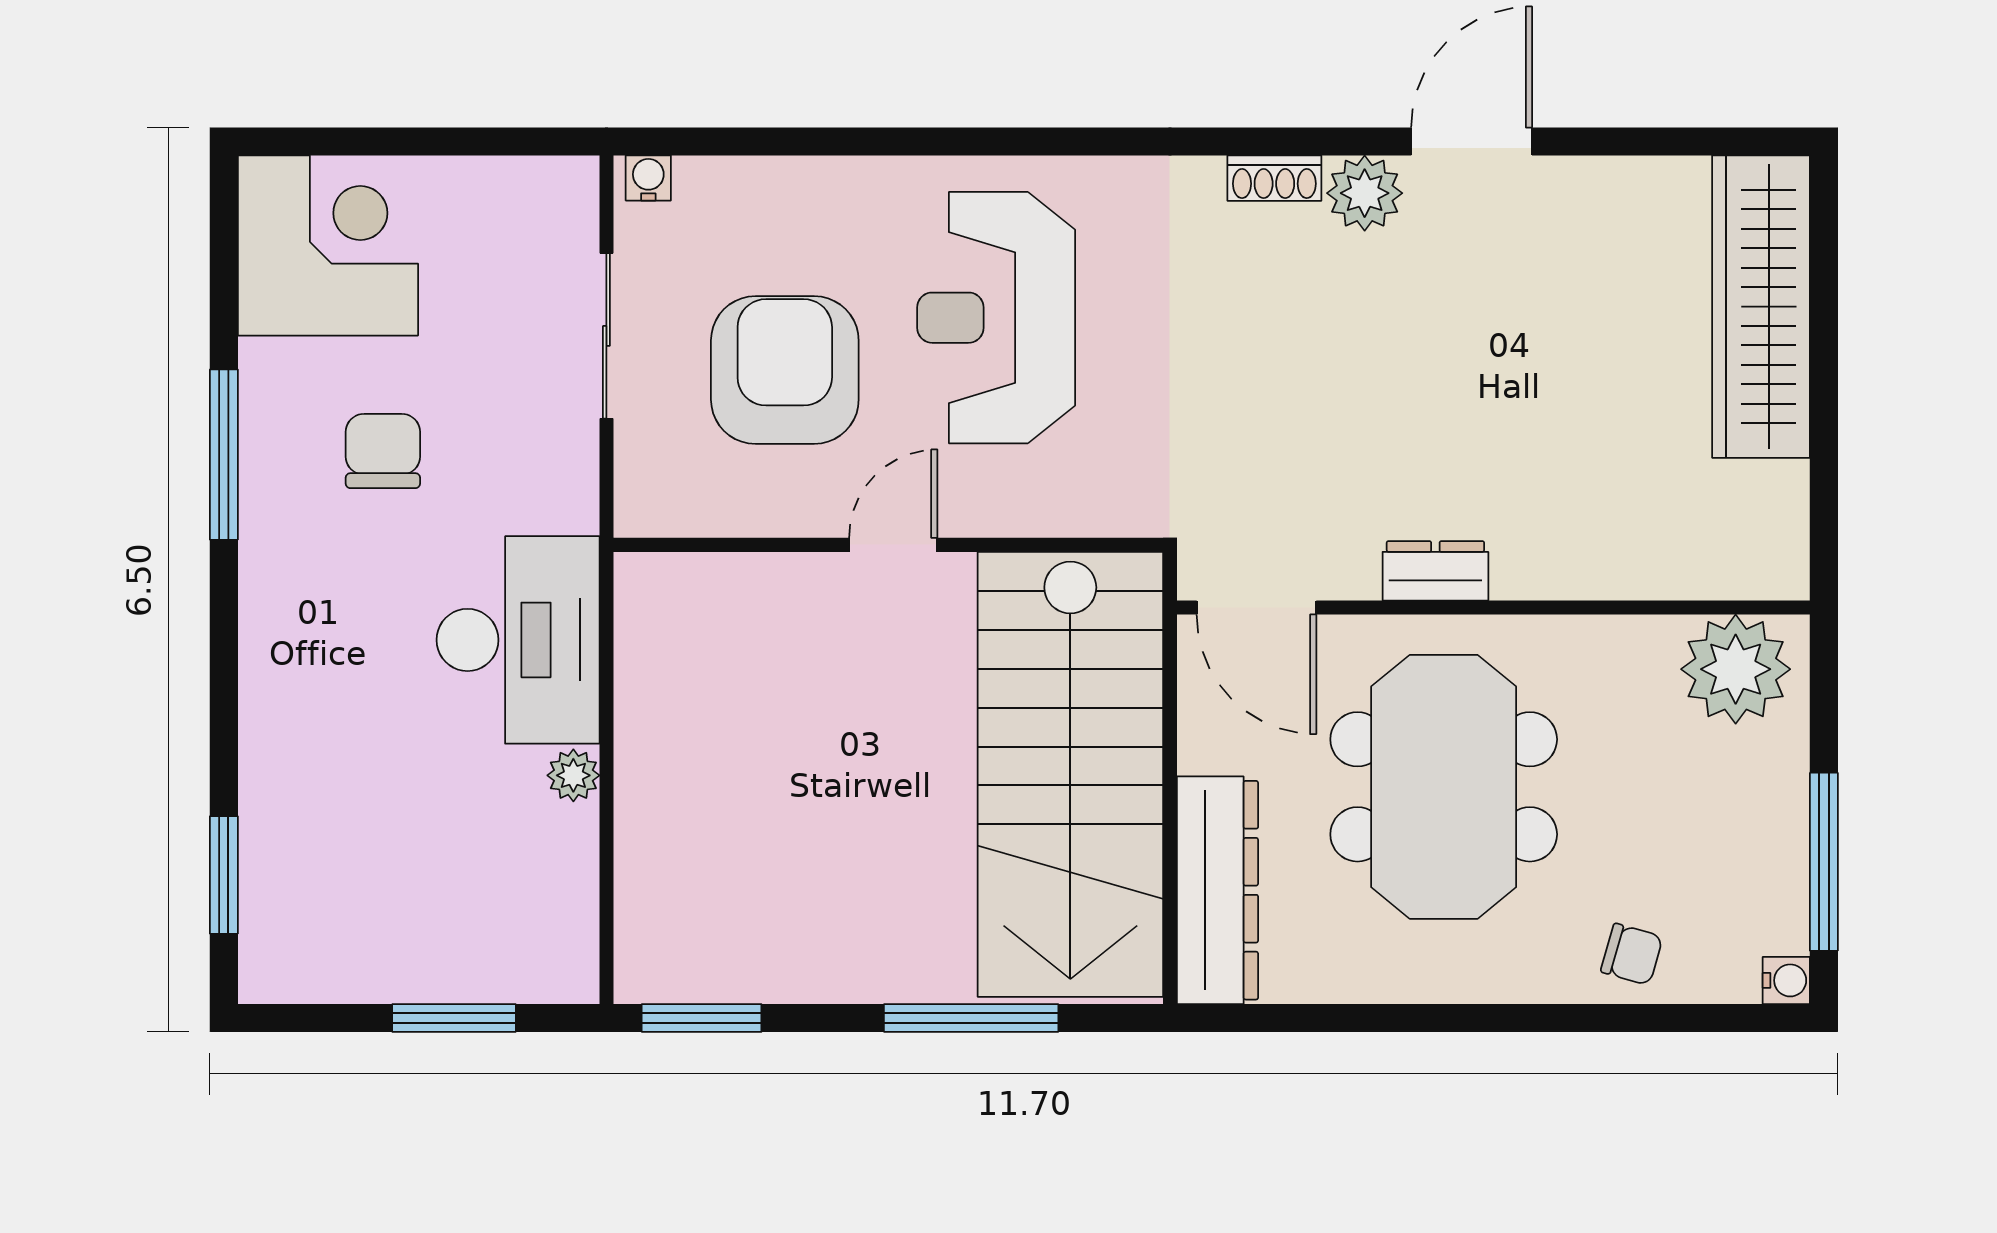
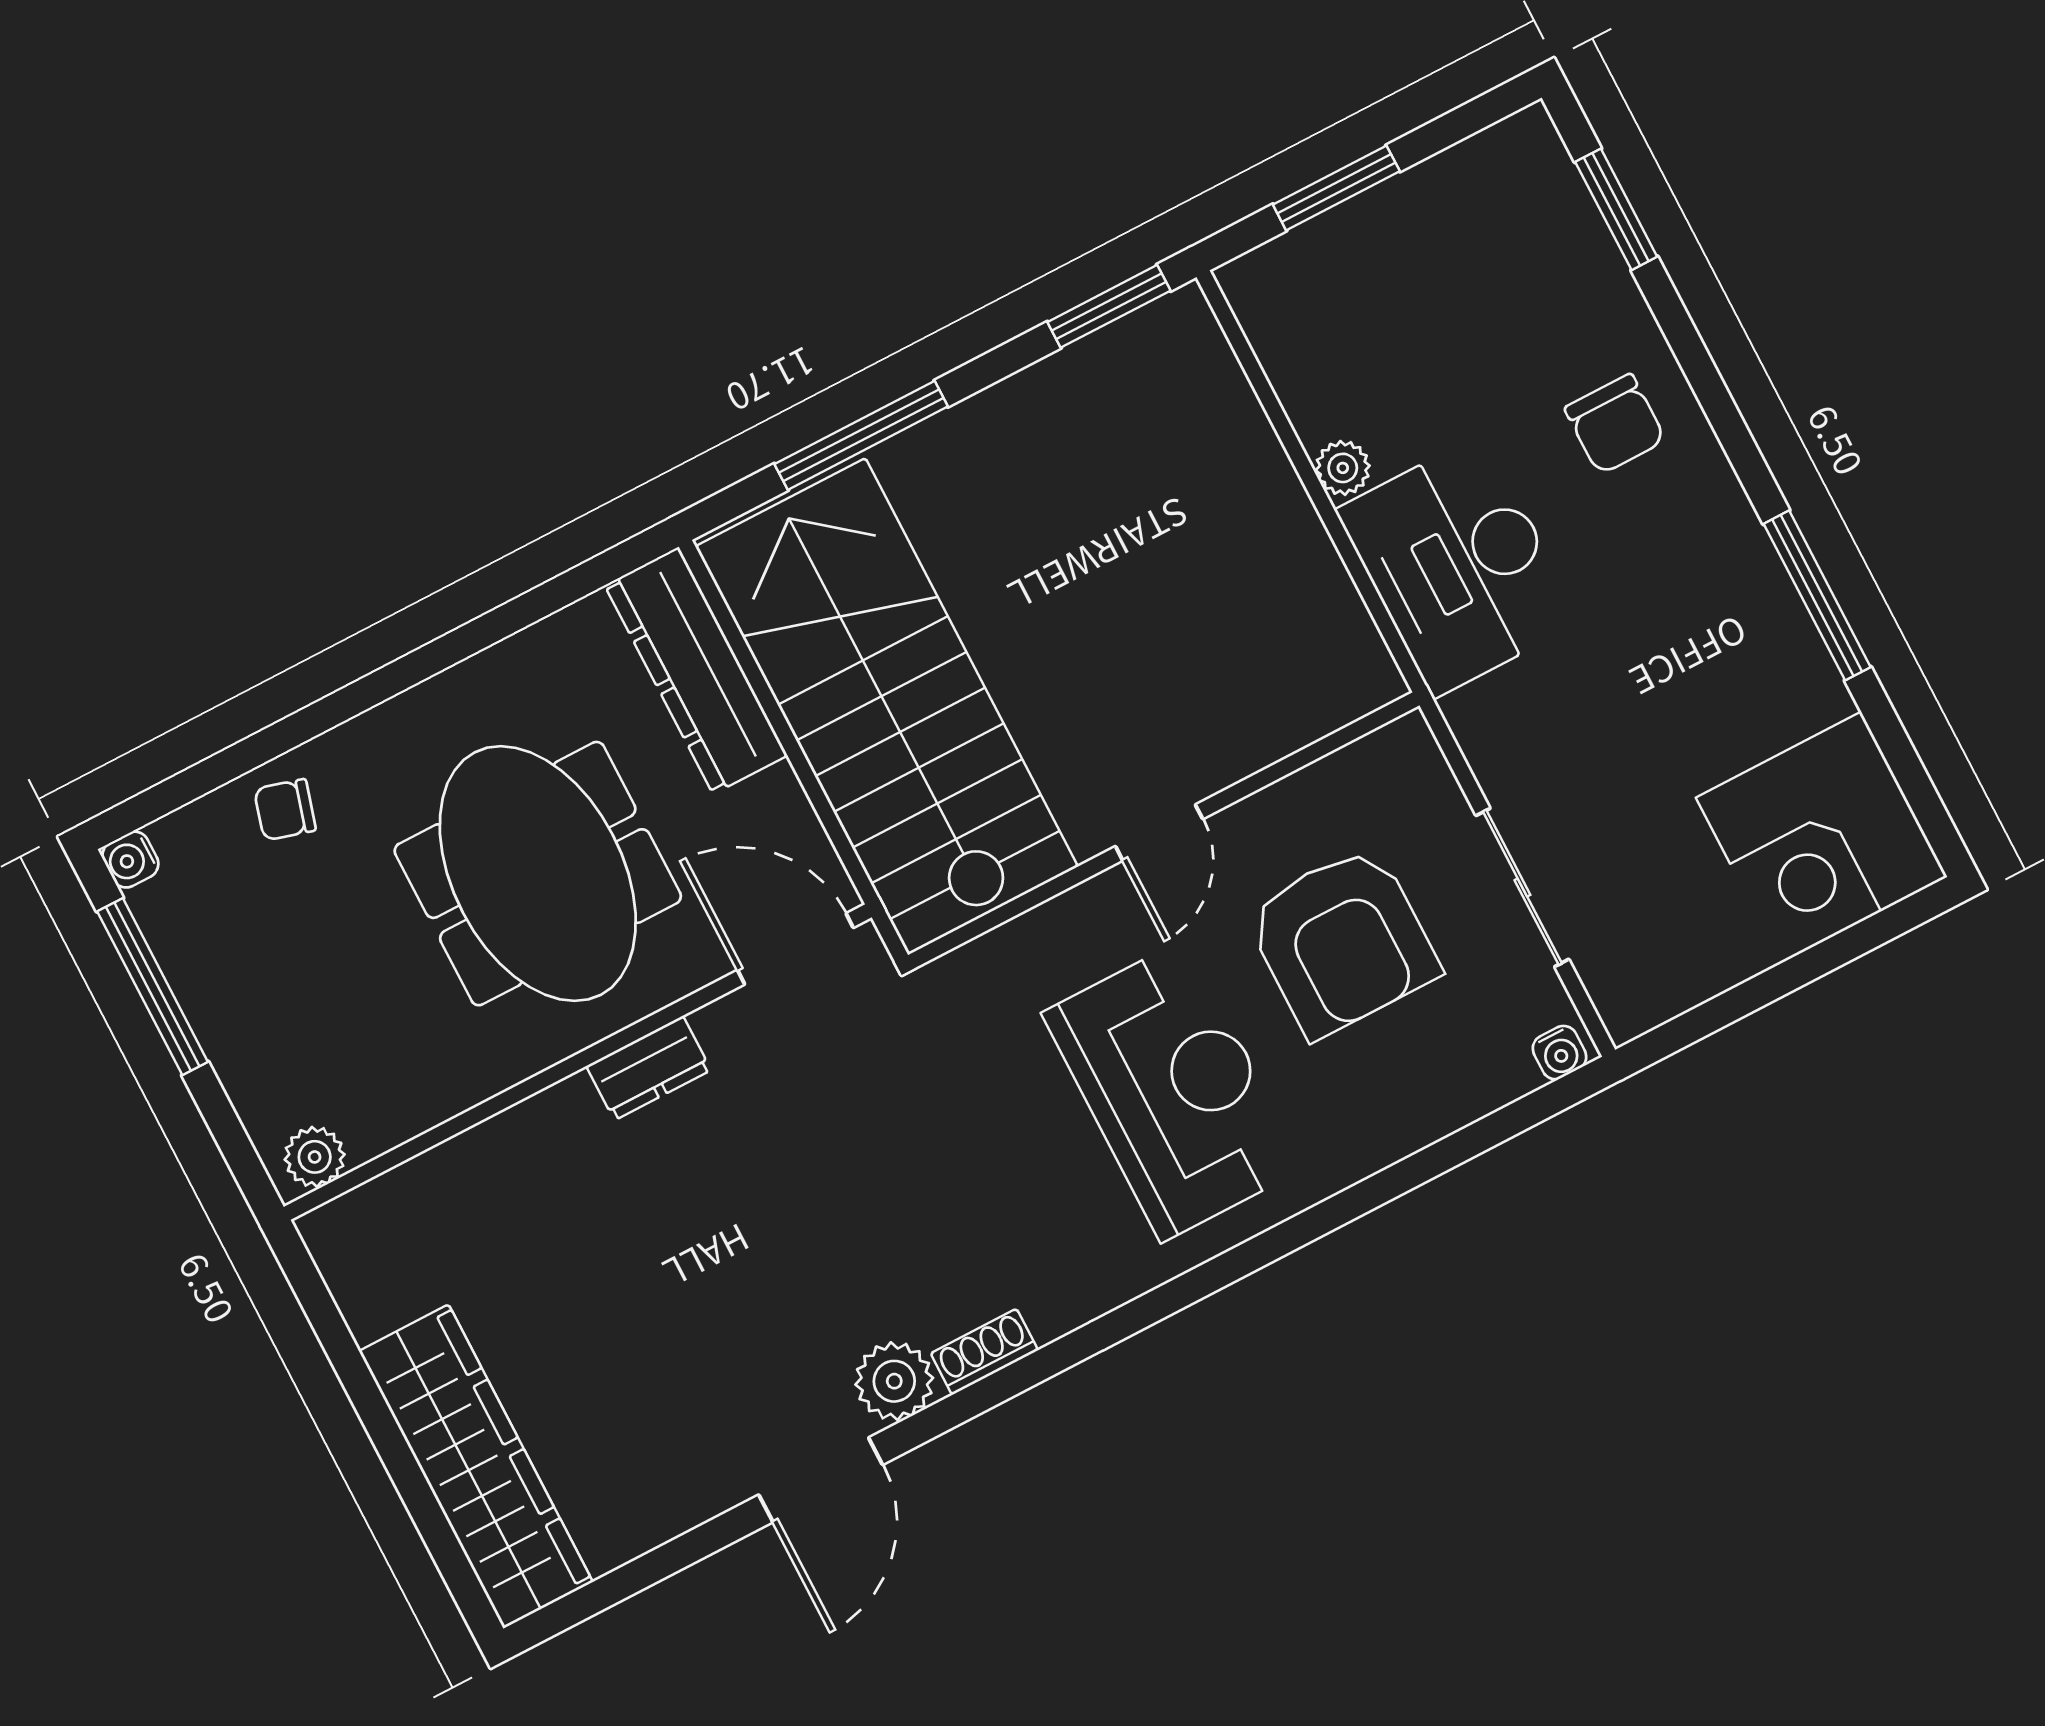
chair: (383, 451) -> (1615, 424), moved
plant: (1736, 669) -> (315, 1157), width x0.53, depth x0.53

